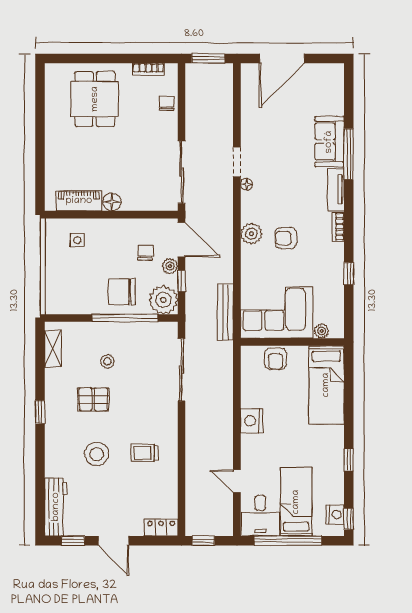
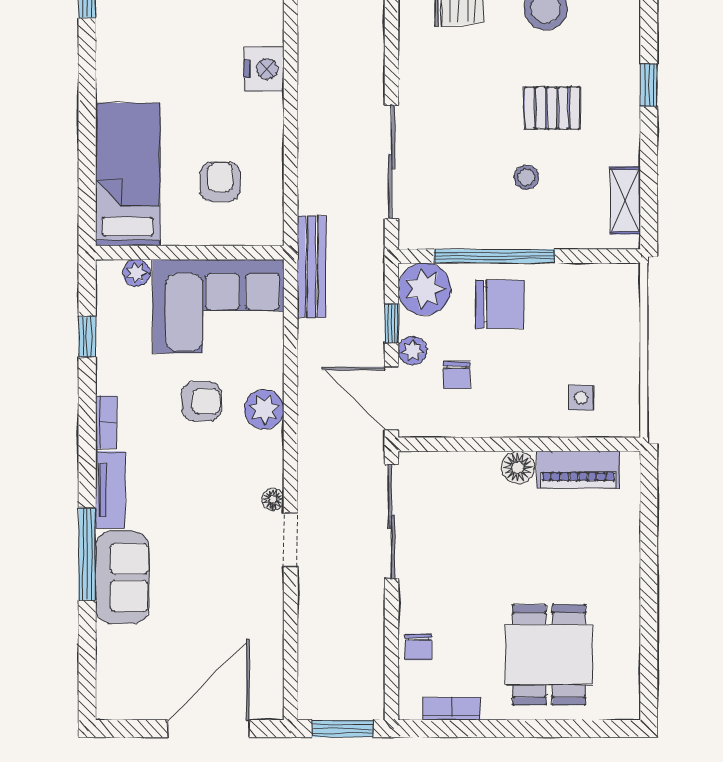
corner sofa: (277, 313) -> (218, 306), moved
plant: (322, 331) -> (136, 273), moved
wall: (292, 342) -> (190, 253), moved
bed: (326, 385) -> (128, 175), moved

